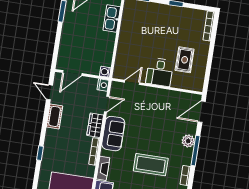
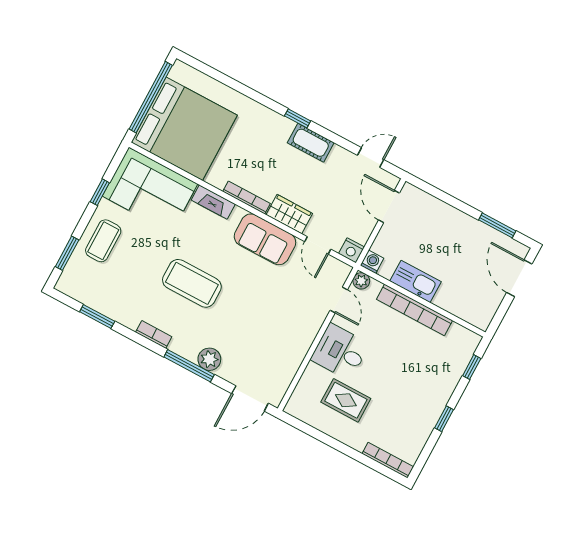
kitchen sink: (112, 19) -> (416, 281), moved
bookcase: (123, 40) -> (414, 310), added
plant: (118, 74) -> (361, 281), added
door: (202, 112) -> (250, 398), swing flipped
cot: (54, 116) -> (311, 143), moved
window: (40, 153) -> (298, 118), moved
coffee table: (151, 165) -> (192, 283), turned 90

